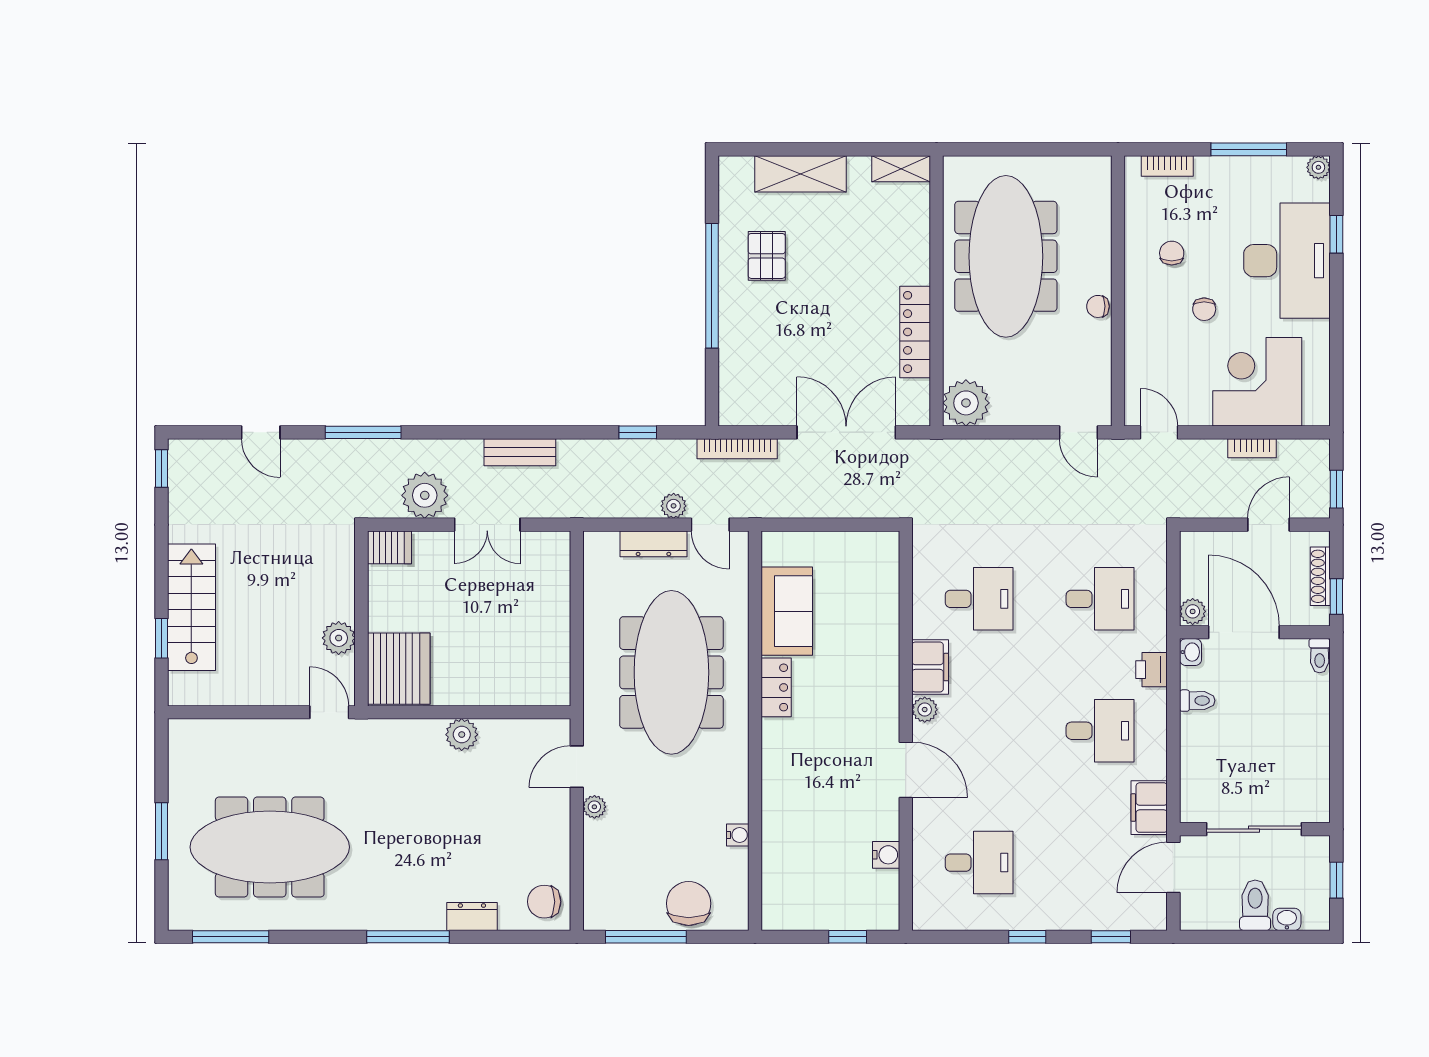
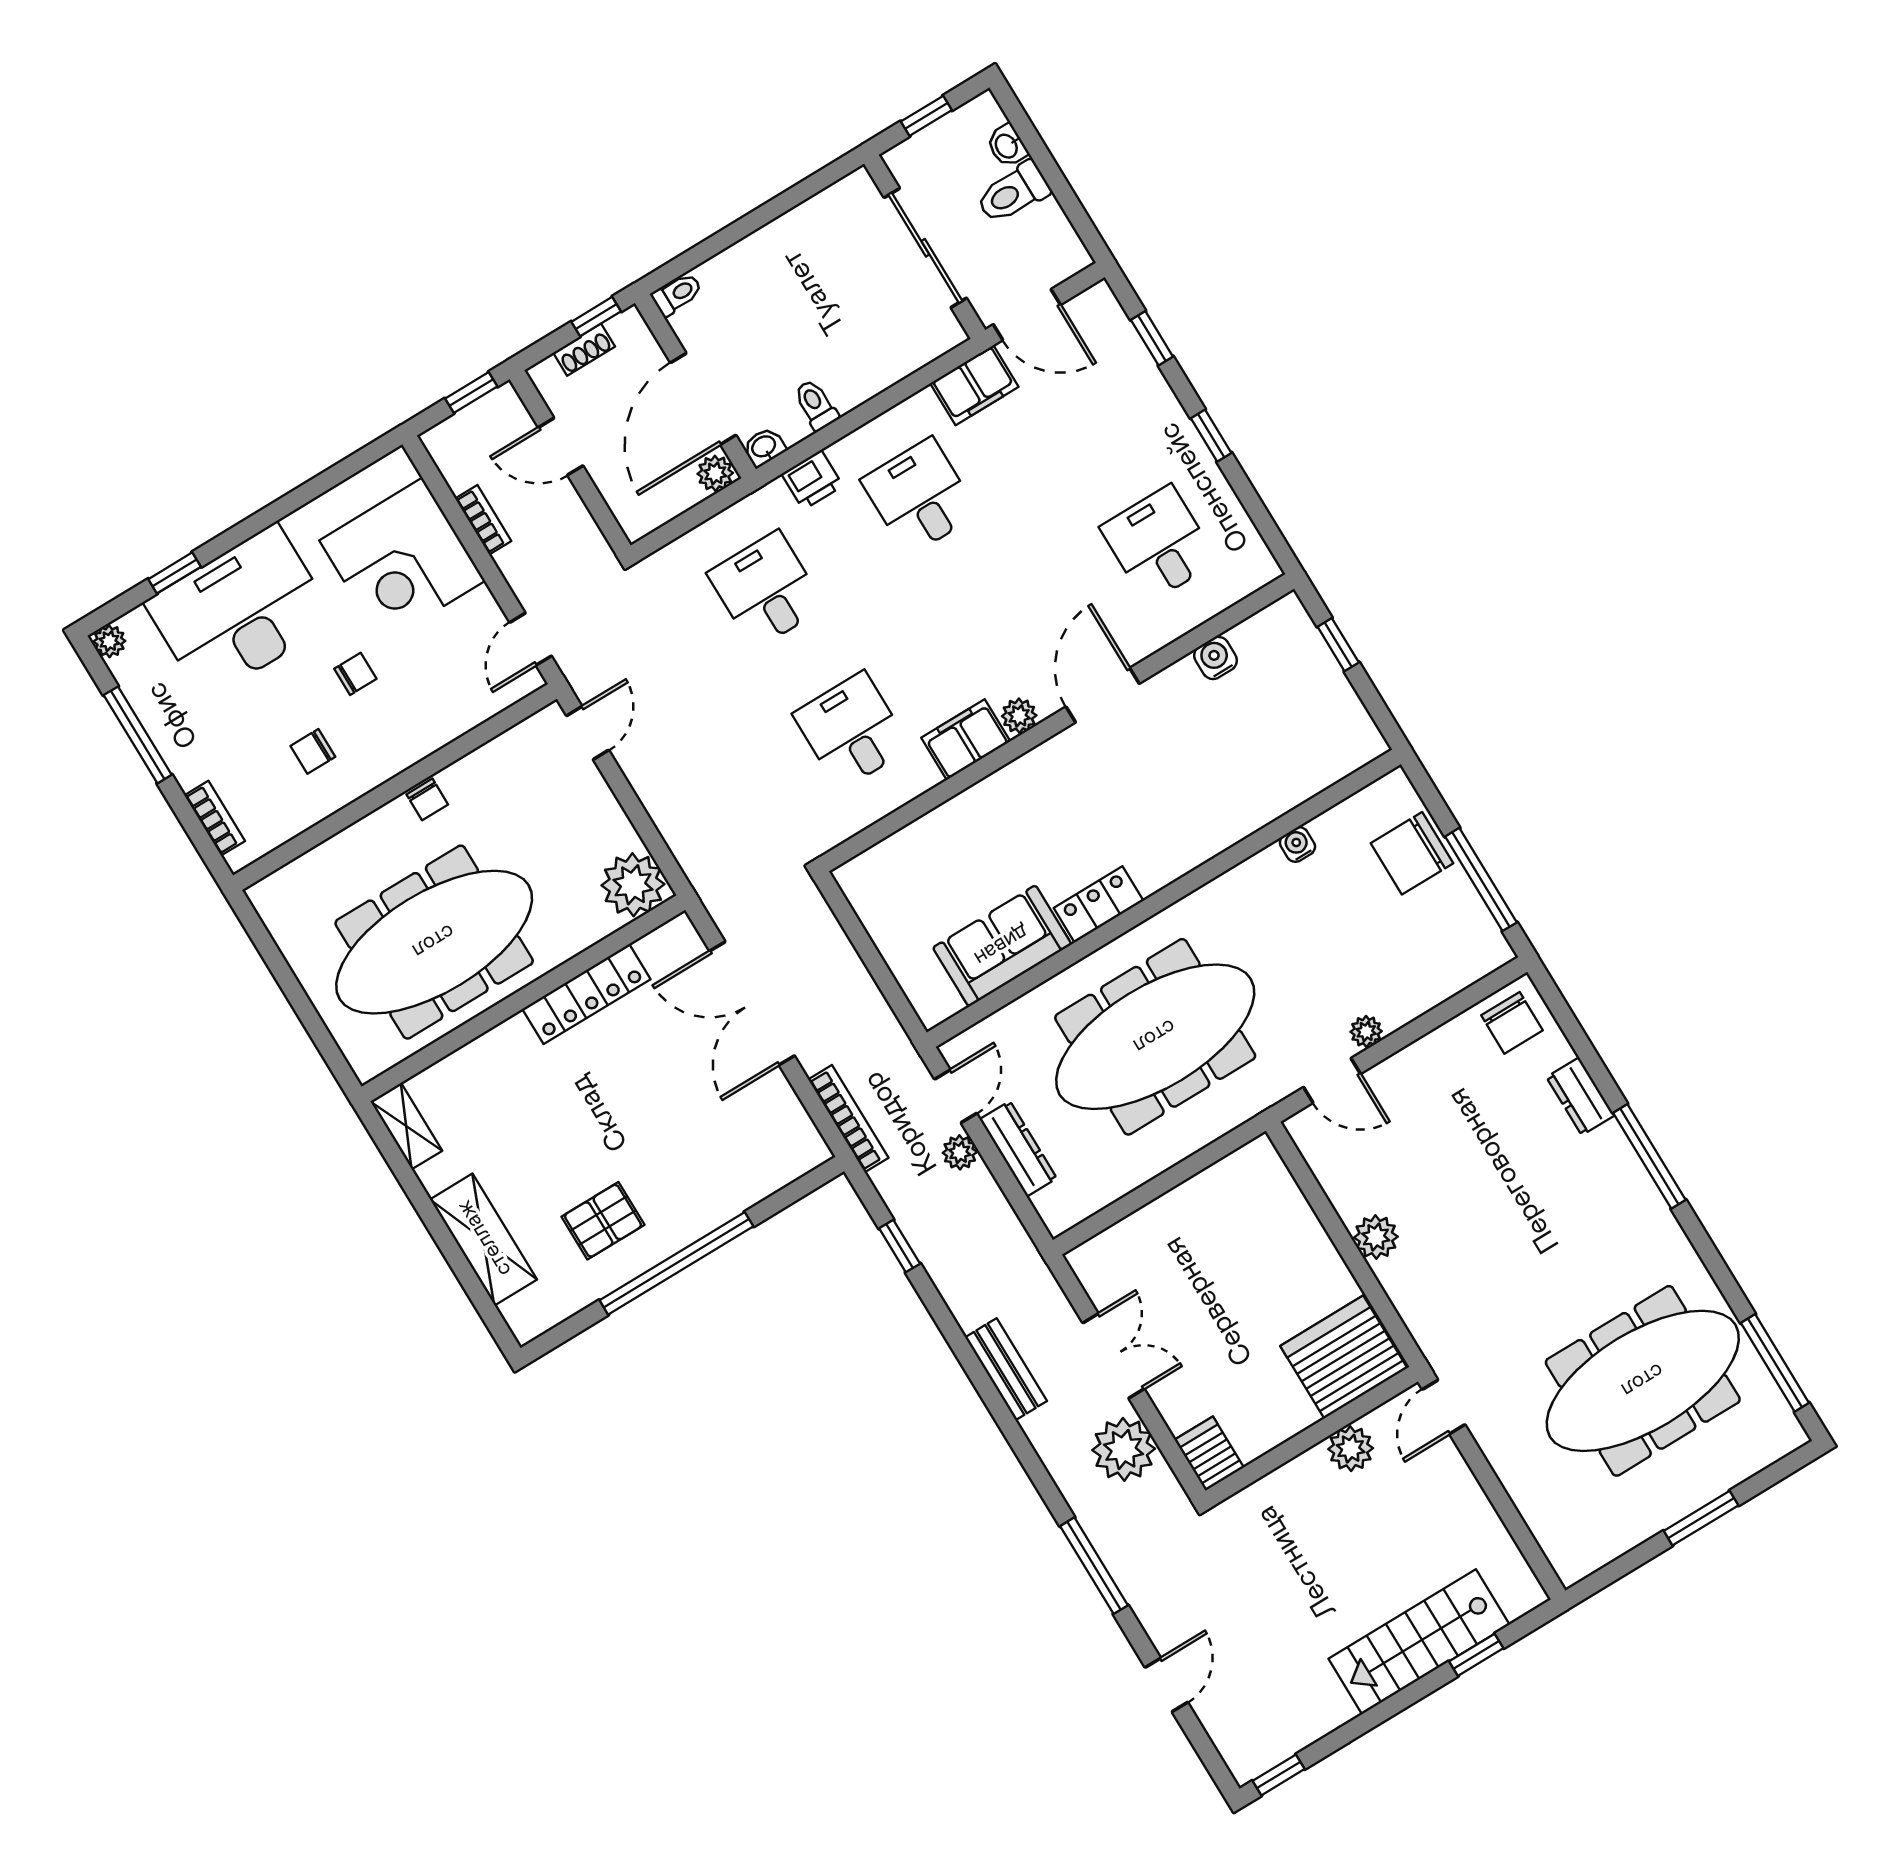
shoe rack: (1320, 576) -> (584, 350), width x0.70
meeting table: (270, 847) -> (1643, 1381), turned 90

